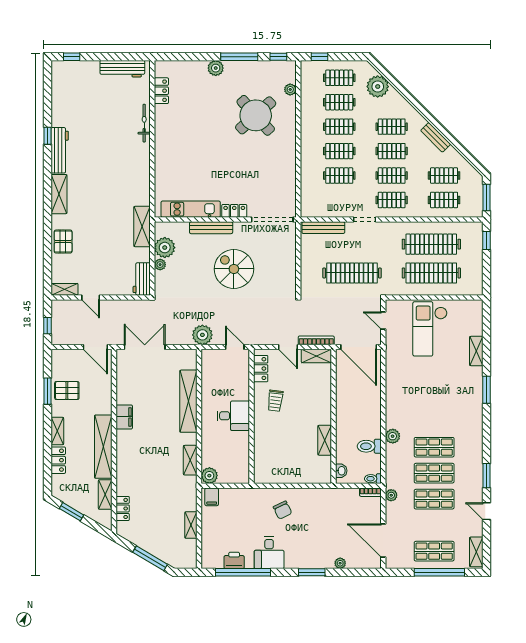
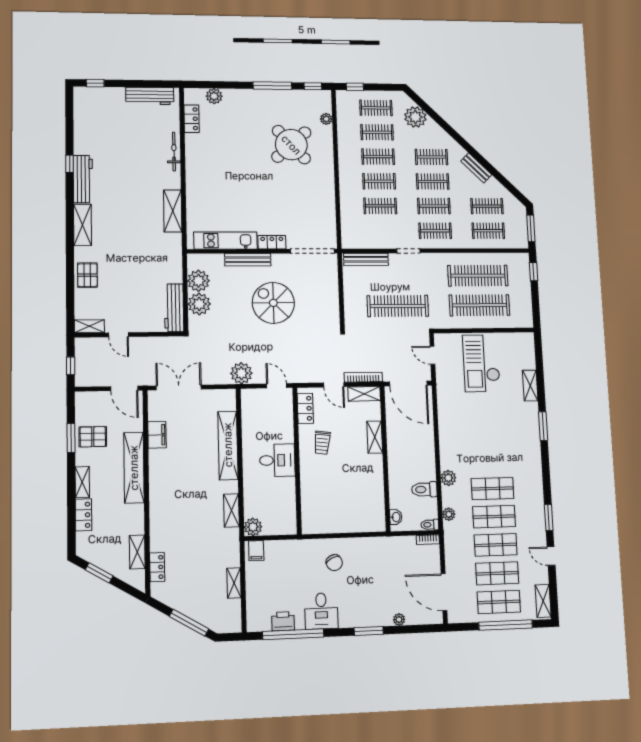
plant: (216, 68) -> (214, 96), moved
shelving: (142, 226) -> (173, 211), moved
plant: (160, 265) -> (199, 304), width x1.88, depth x1.88
workbench: (142, 279) -> (174, 308), width x1.38
filing cabinet: (124, 417) -> (157, 435), moved
shelving: (325, 440) -> (375, 437), moved
shelving: (103, 447) -> (134, 468), moved
plant: (391, 495) -> (449, 514), moved
shop shelf: (434, 525) -> (497, 573), added

